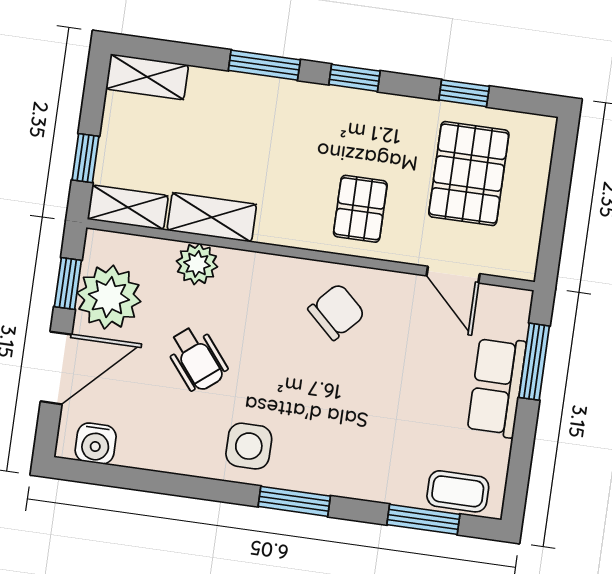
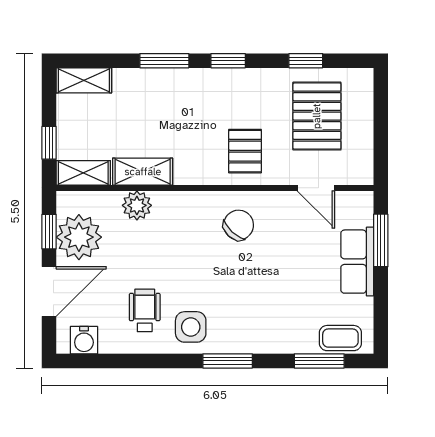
wheelchair: (197, 359) -> (145, 310), moved, turned -141

